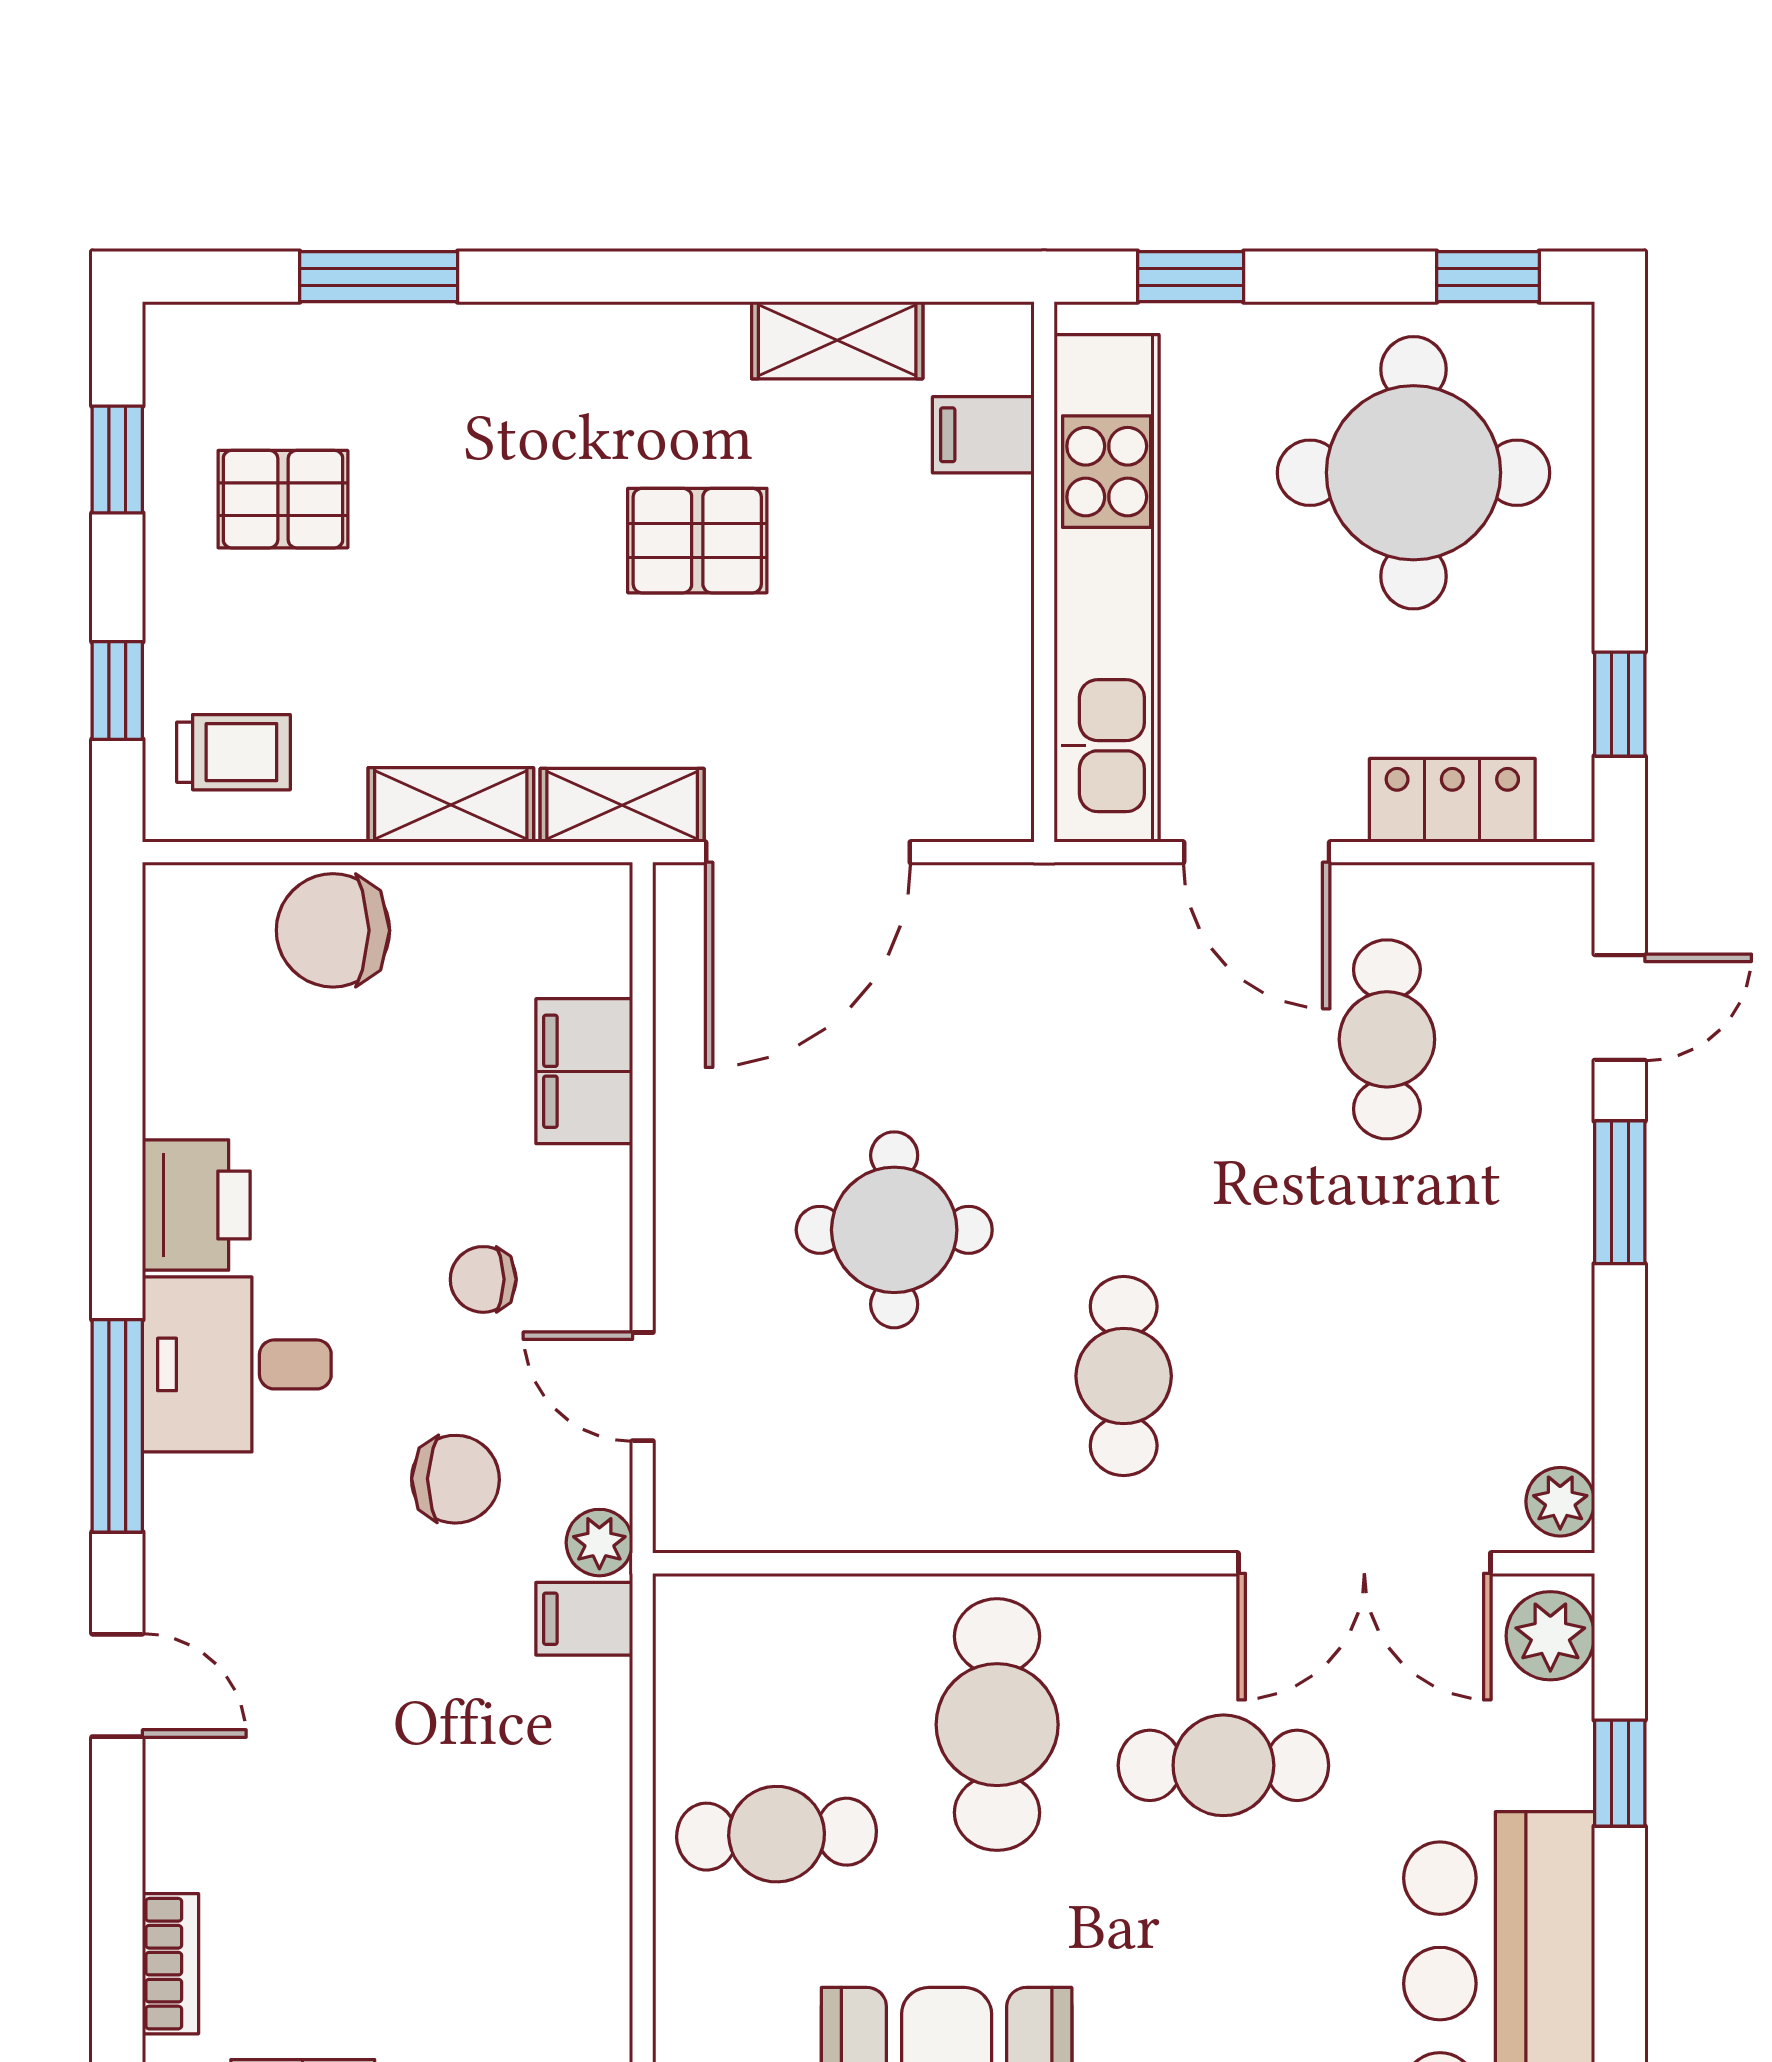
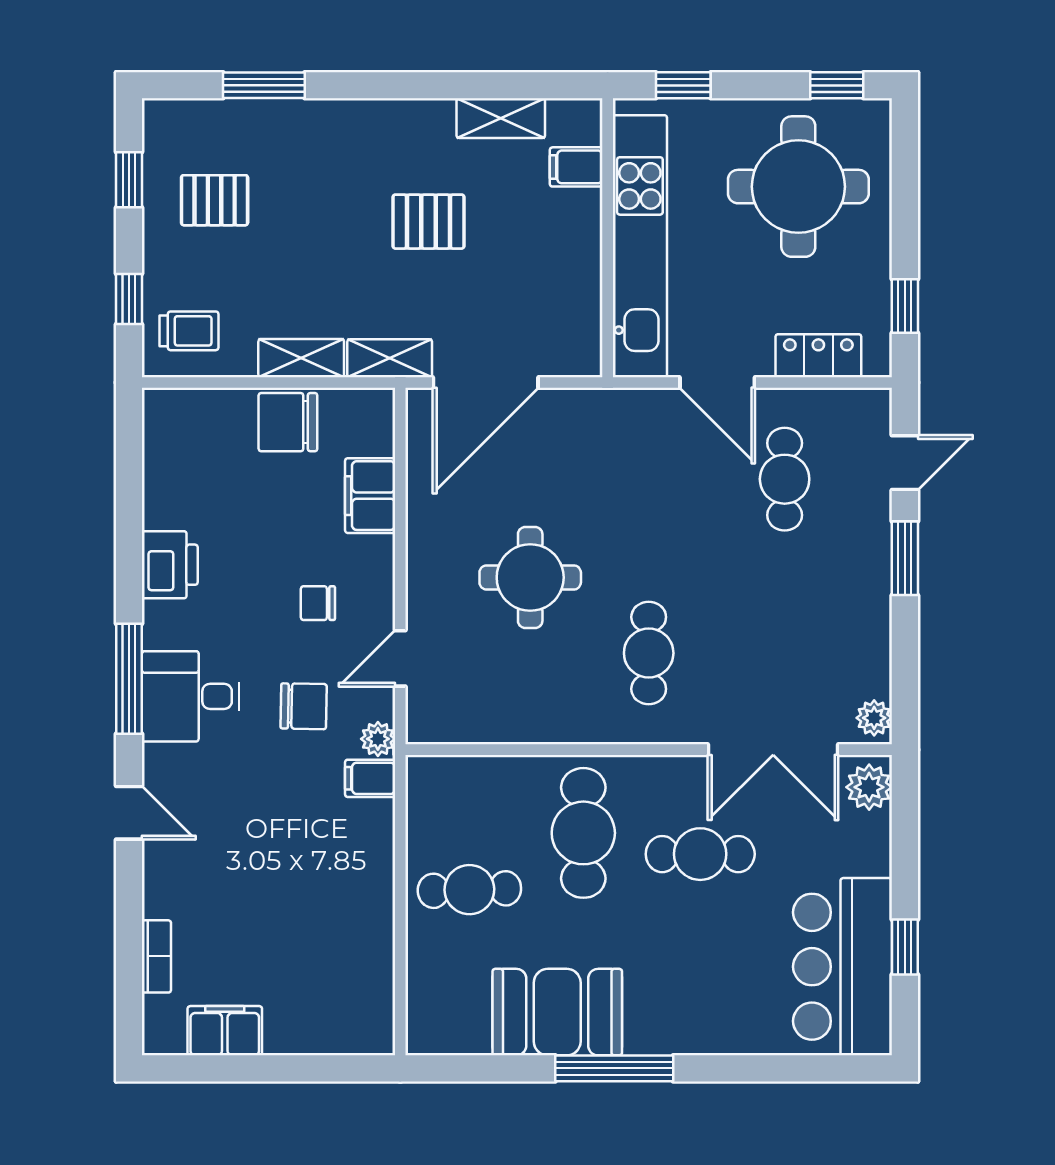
chair: (333, 930) -> (288, 422), moved
desk: (237, 1364) -> (191, 696), moved
door: (643, 1387) -> (400, 658), hinge flipped
window: (1620, 1773) -> (905, 947), moved

